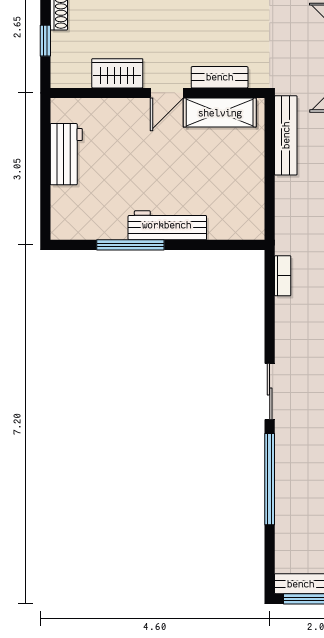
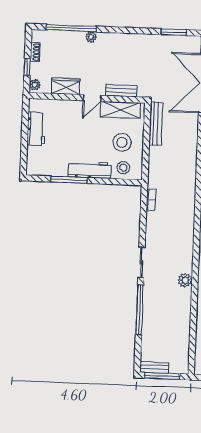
plant: (60, 73) -> (35, 85), added
stool: (225, 172) -> (122, 142), added
stool: (230, 219) -> (123, 168), added

